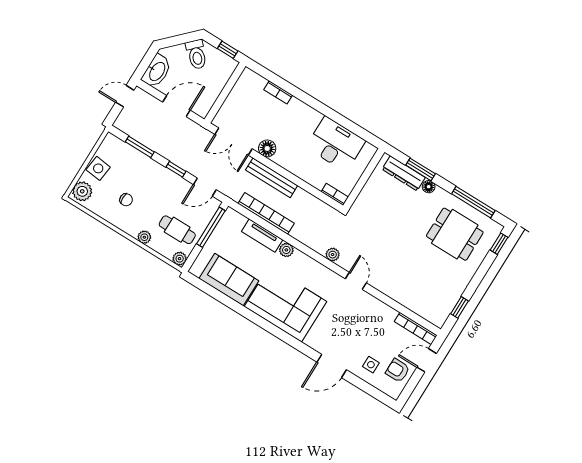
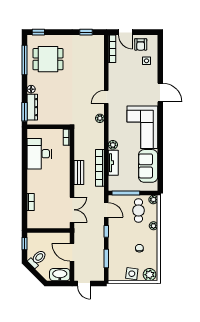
floor lamp: (267, 148) -> (65, 189), removed
window: (421, 169) -> (24, 112), moved
bench: (272, 178) -> (79, 172), width x0.73
dining table: (455, 234) -> (48, 59), turned 90
door: (332, 366) -> (160, 93), moved

